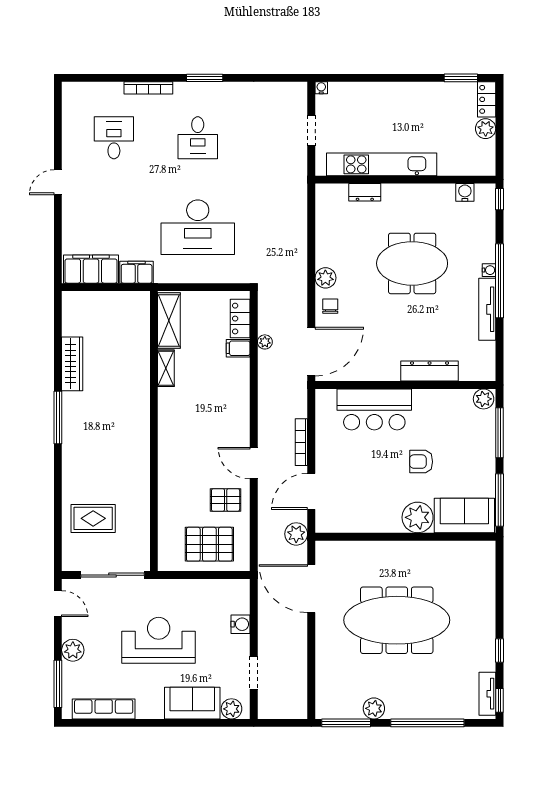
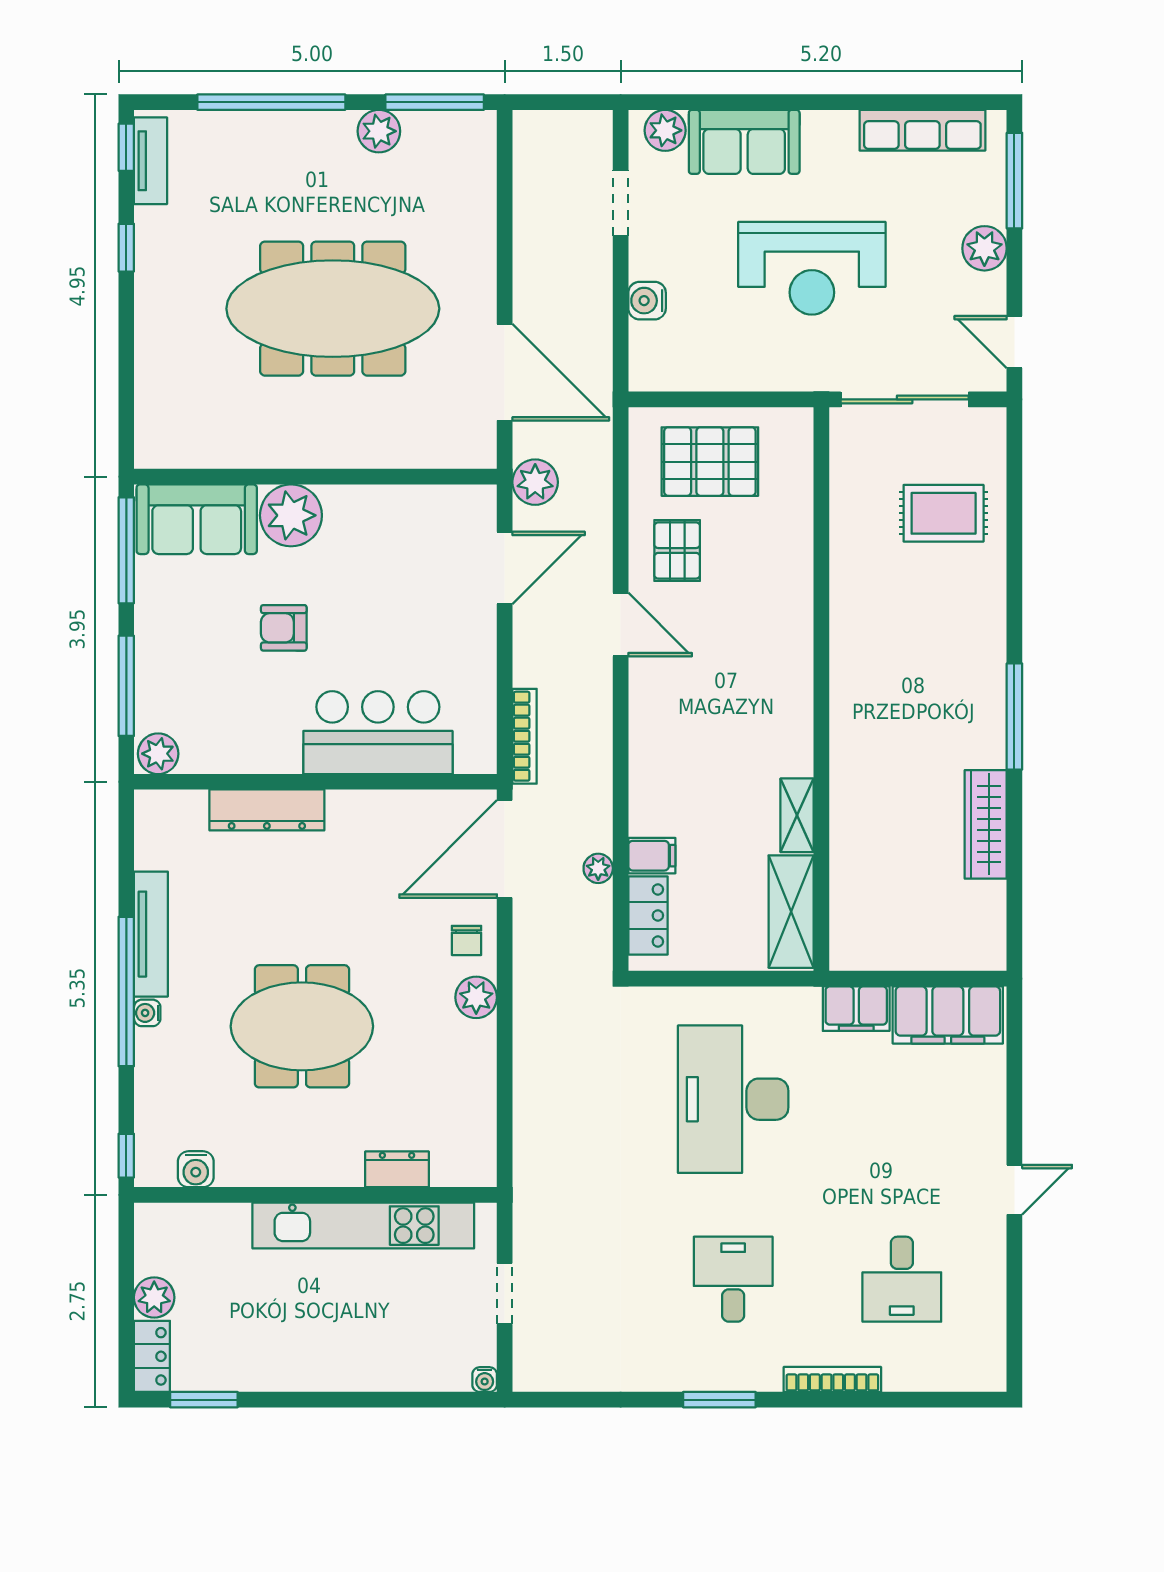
desk: (198, 227) -> (733, 1099), turned -90
bookcase: (301, 442) -> (525, 736), moved
armchair: (421, 462) -> (284, 628), turned 180
pallet: (226, 500) -> (677, 550), turned 90

